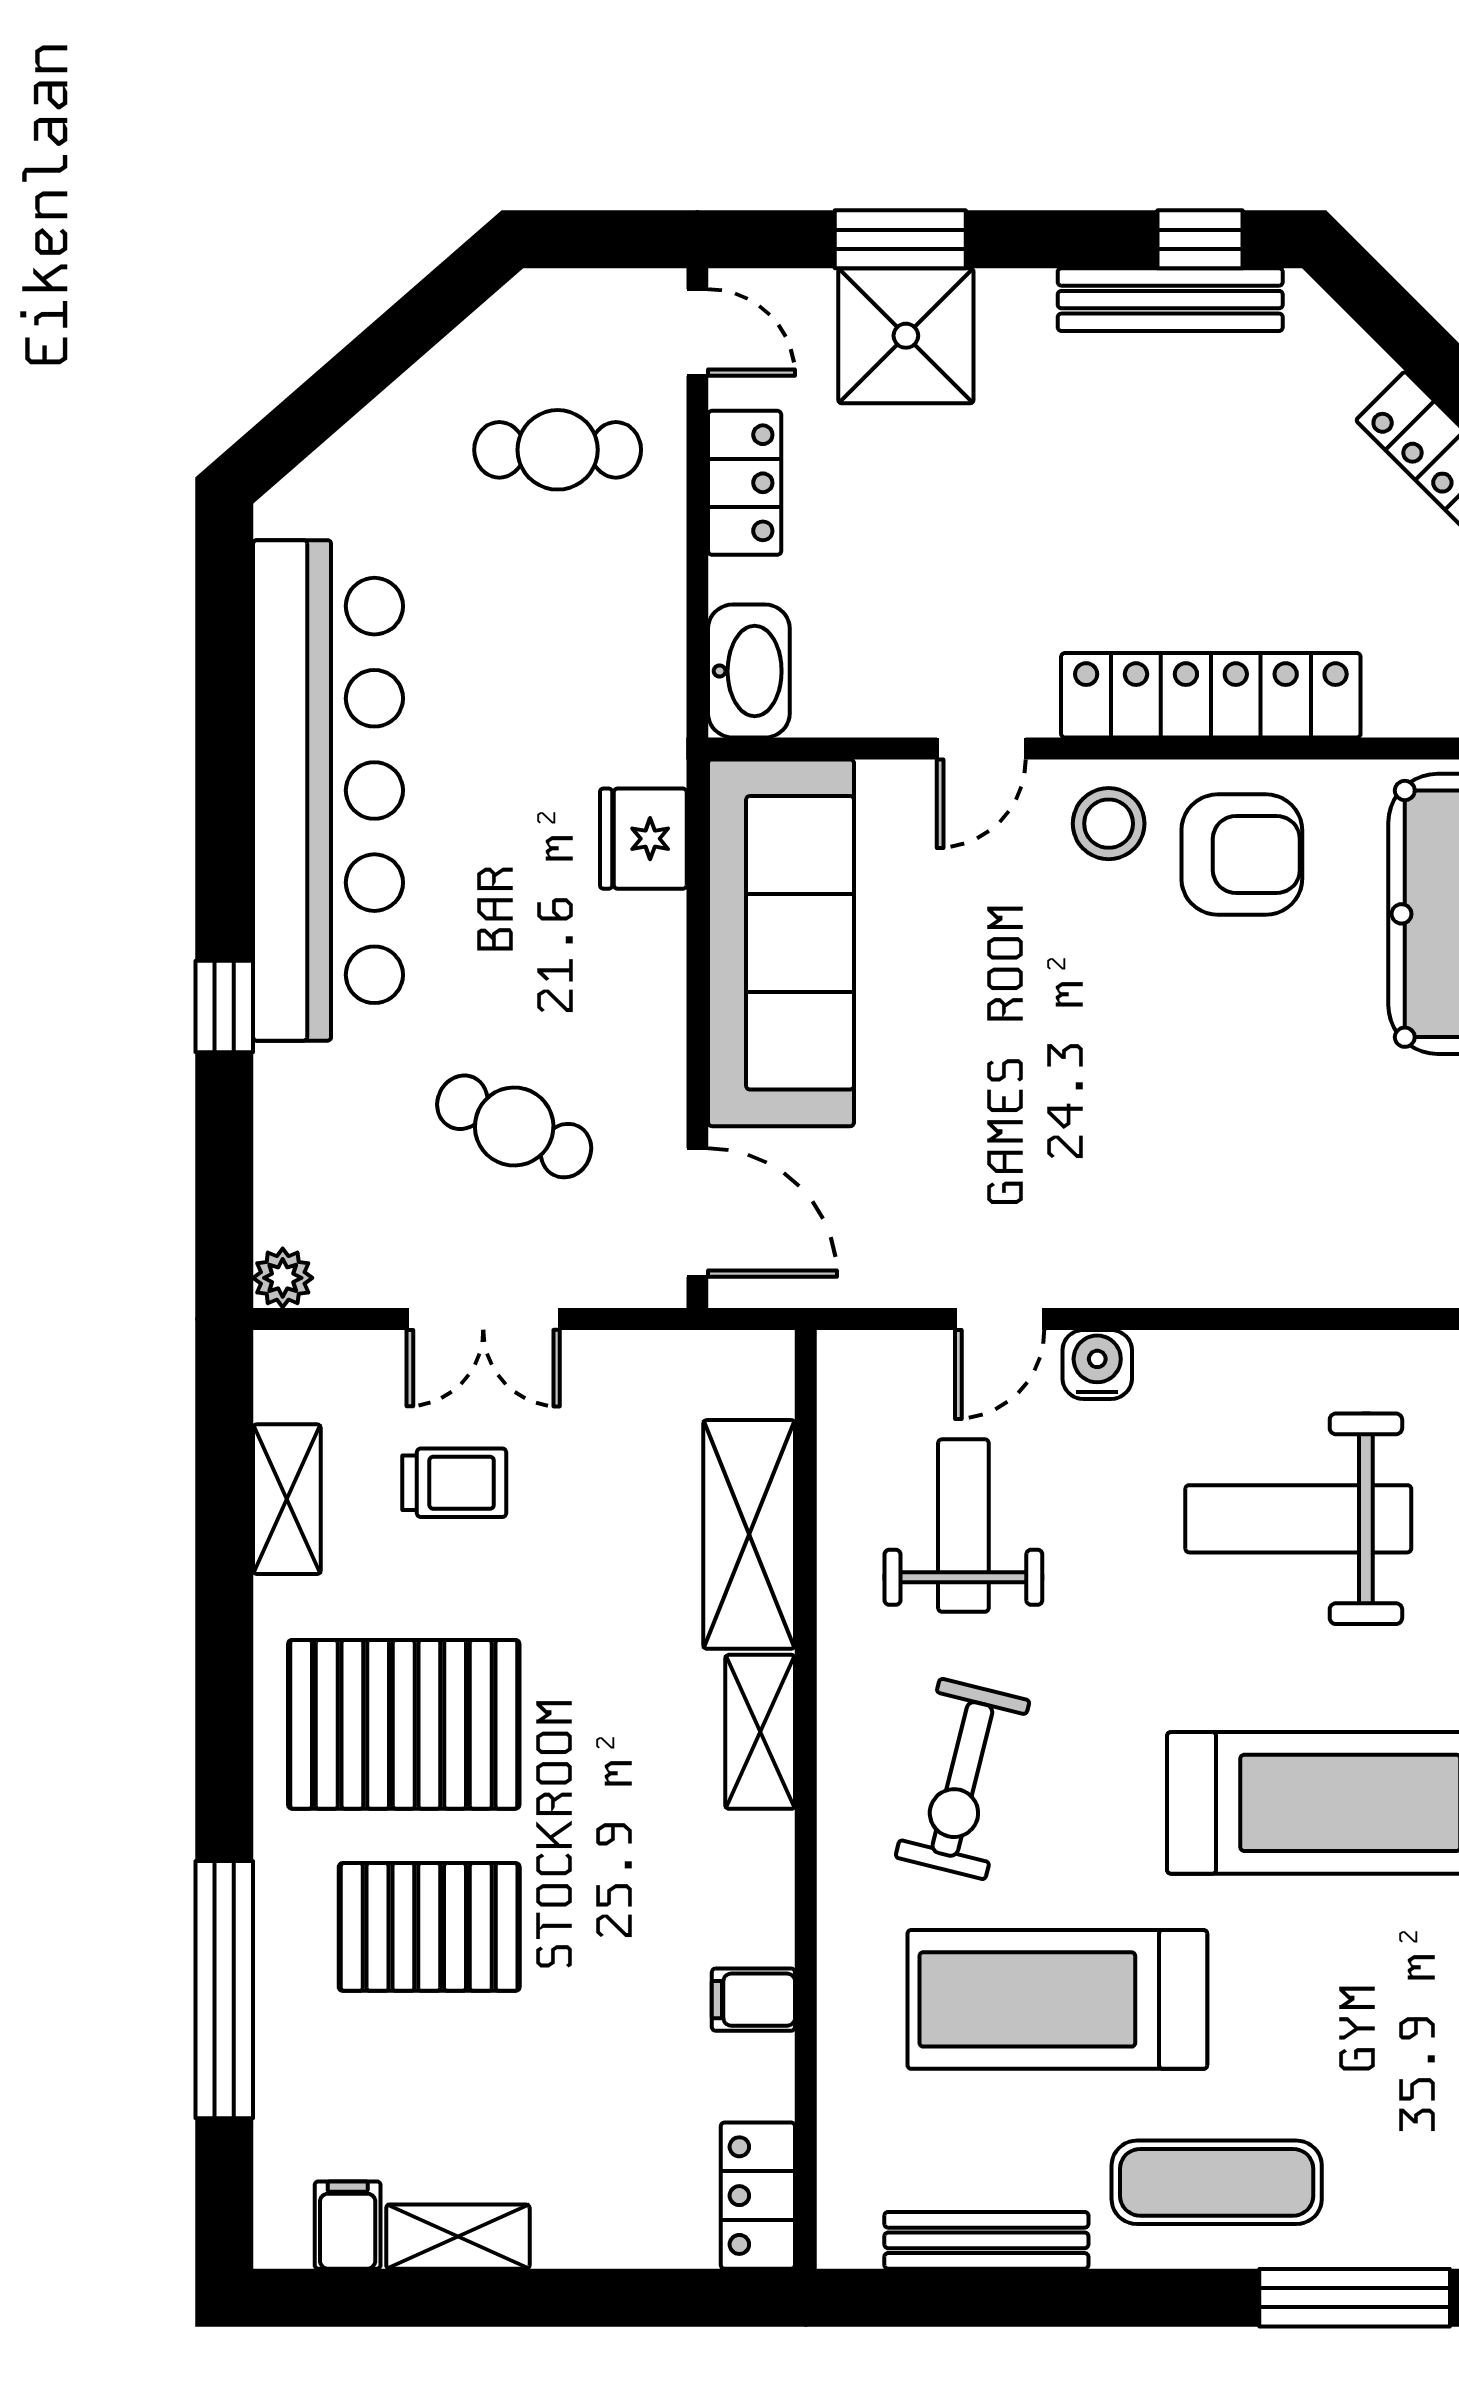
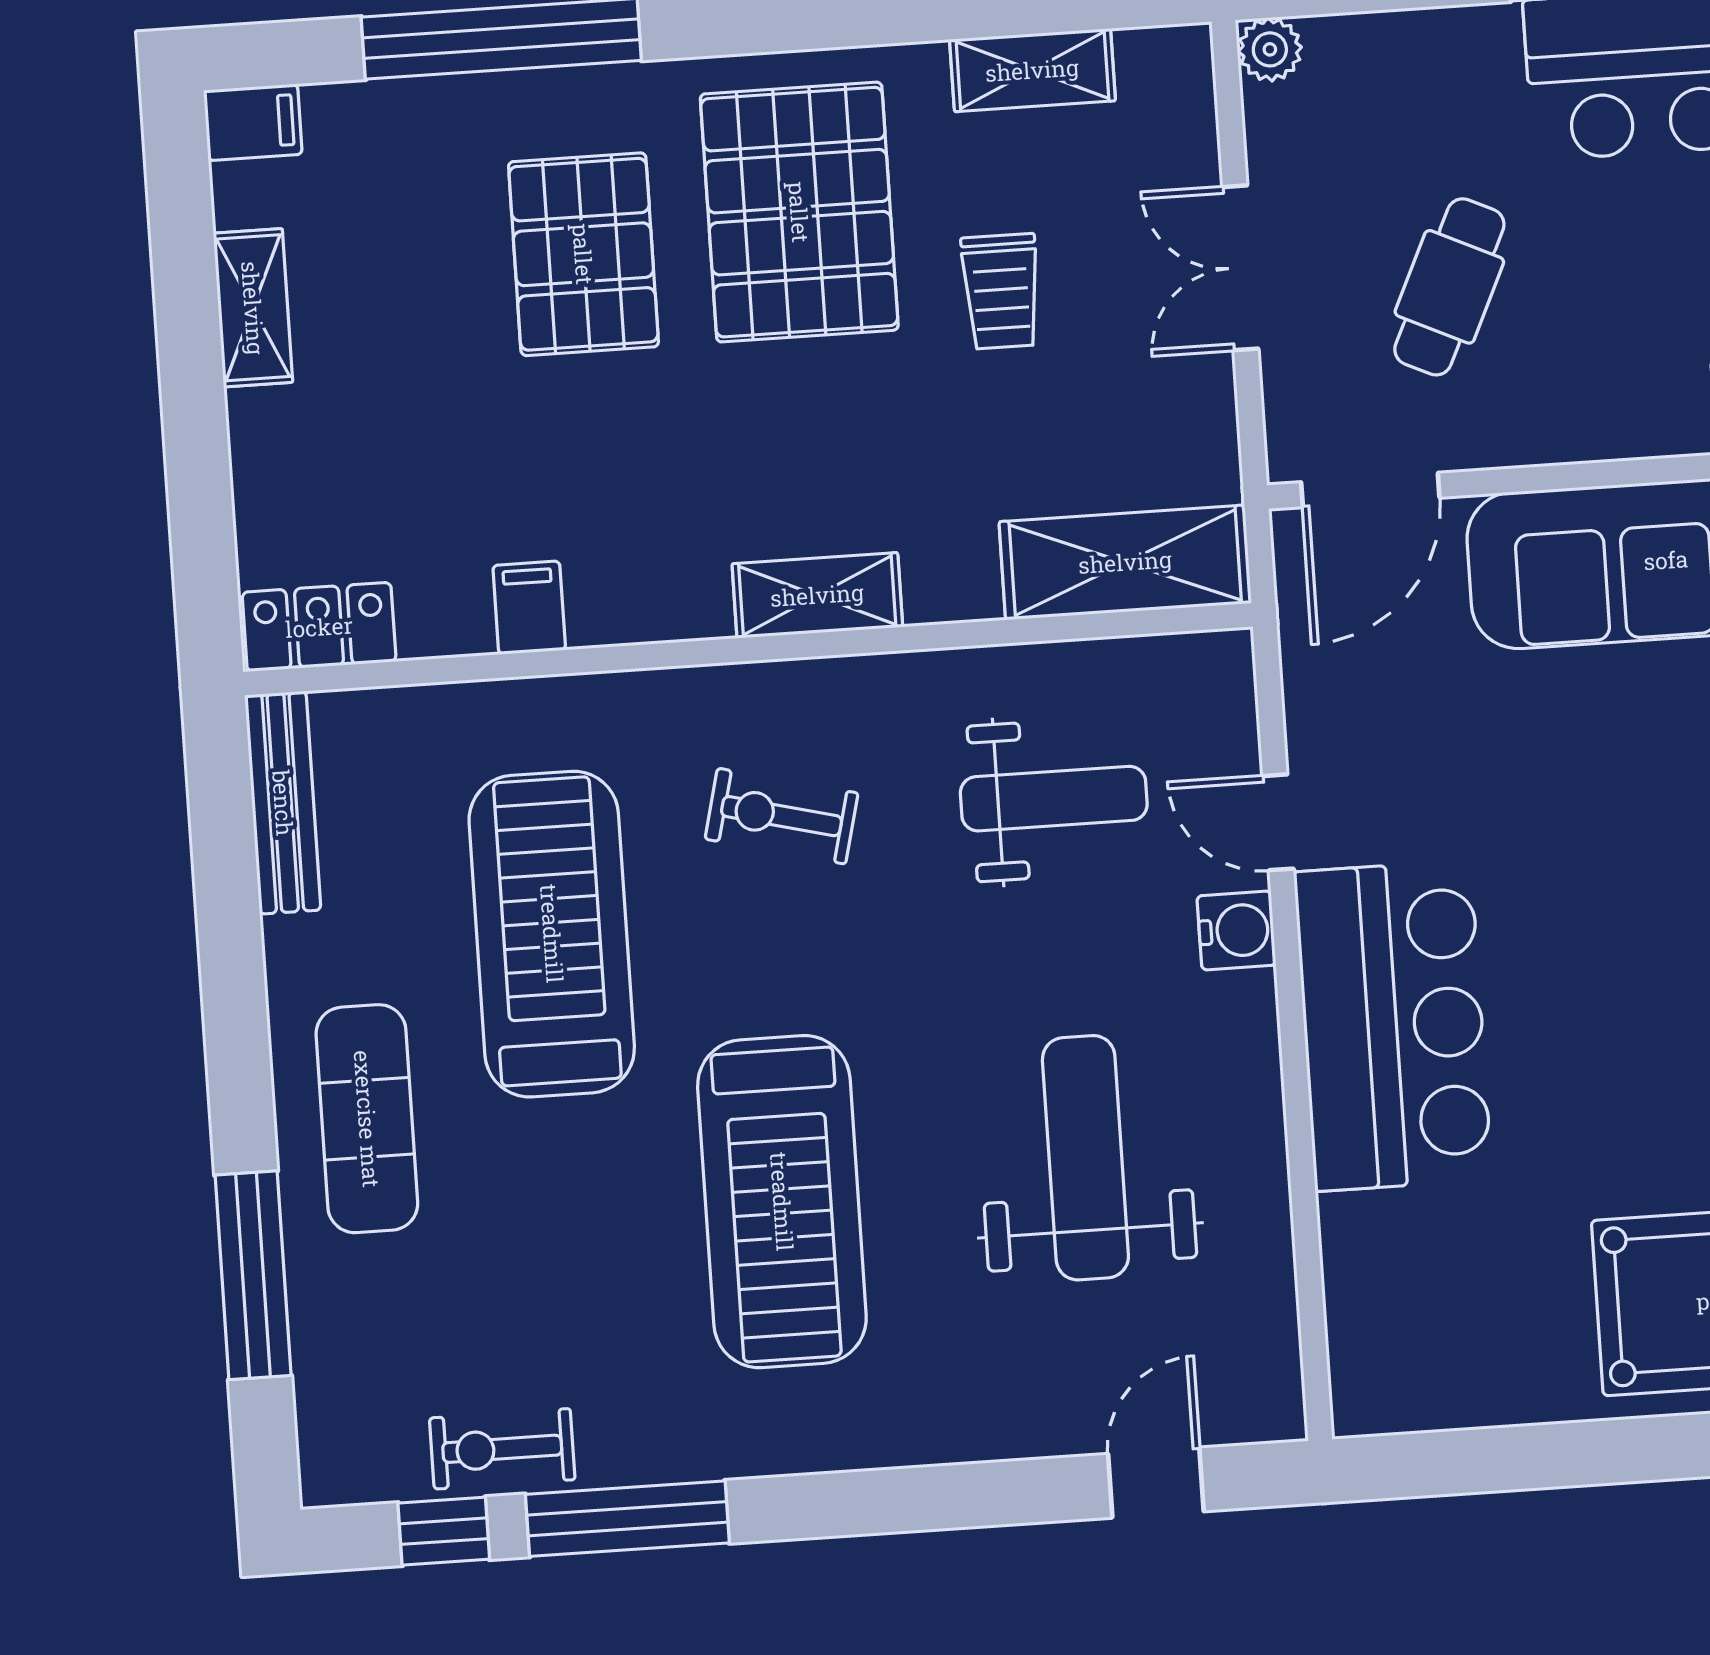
bar counter: (1195, 1225) -> (1393, 1026), added
trolley: (454, 1483) -> (1001, 291), moved
shelving: (749, 1534) -> (1125, 562), moved
exercise bike: (962, 1779) -> (781, 816), width x0.73, depth x0.72
filing cabinet: (348, 2225) -> (253, 122), moved
bench: (986, 2240) -> (283, 803), moved

